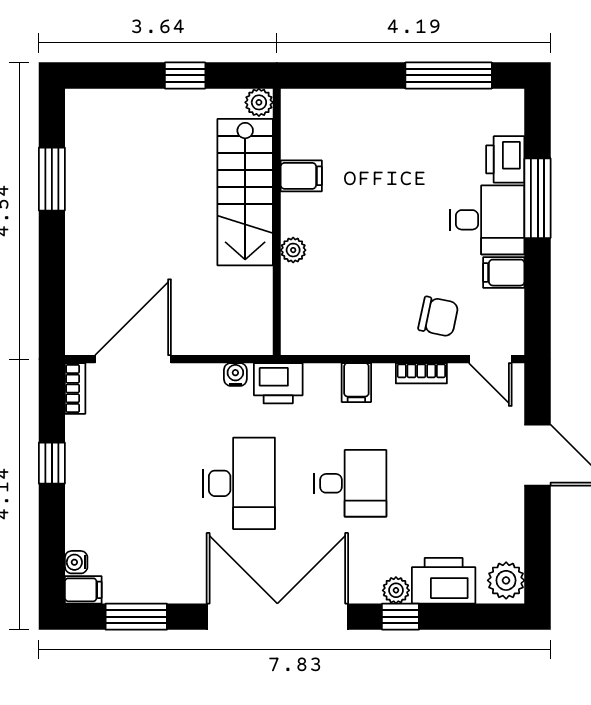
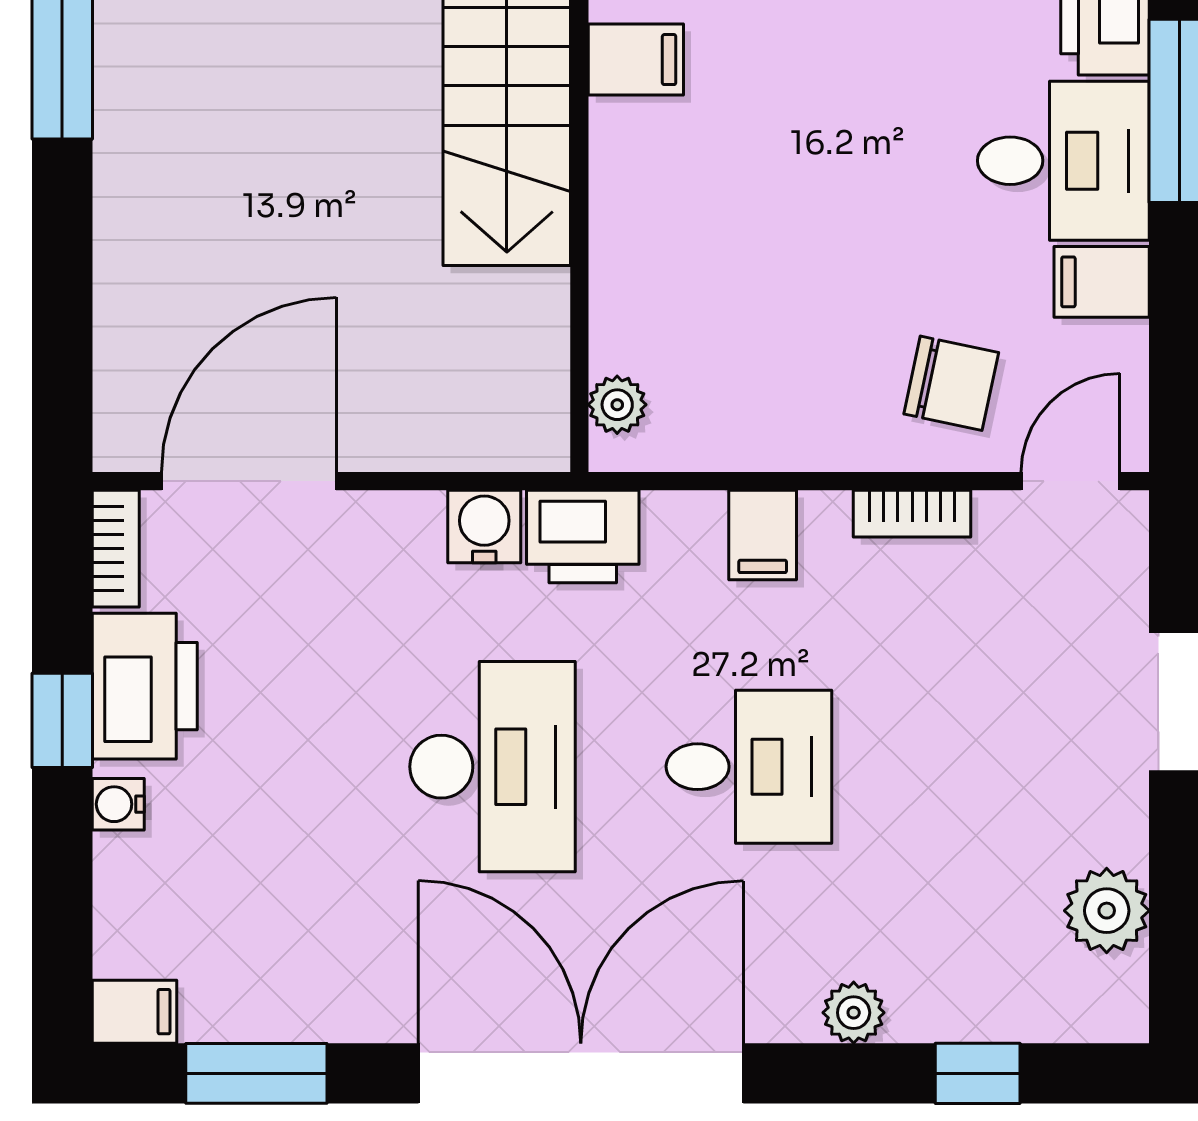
plant: (293, 250) -> (617, 405), moved
door: (490, 359) -> (1071, 481), swing flipped
water cooler: (235, 374) -> (484, 526), width x1.38, depth x1.38
water cooler: (76, 562) -> (118, 804), moved
plant: (506, 580) -> (1107, 911), moved
printer: (444, 581) -> (145, 686), moved, turned 90
window: (400, 617) -> (978, 1073), moved

